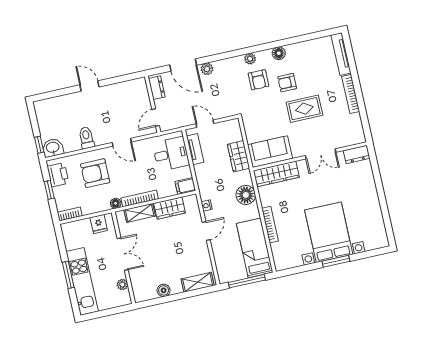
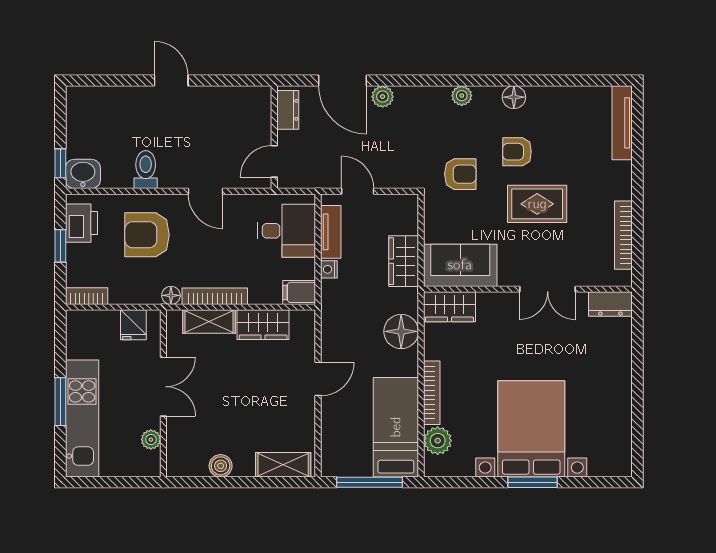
armchair: (258, 80) -> (460, 174), moved, turned -90
bookcase: (351, 94) -> (623, 235), moved
wardrobe: (276, 174) -> (450, 307), width x0.67
nightstand: (207, 206) -> (329, 269), moved
plant: (279, 250) -> (438, 441), added

